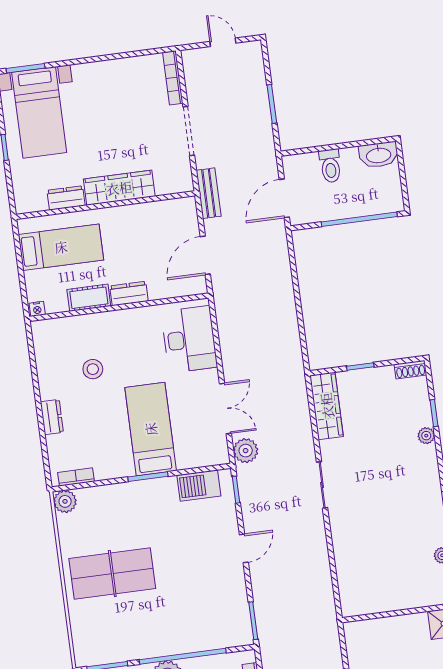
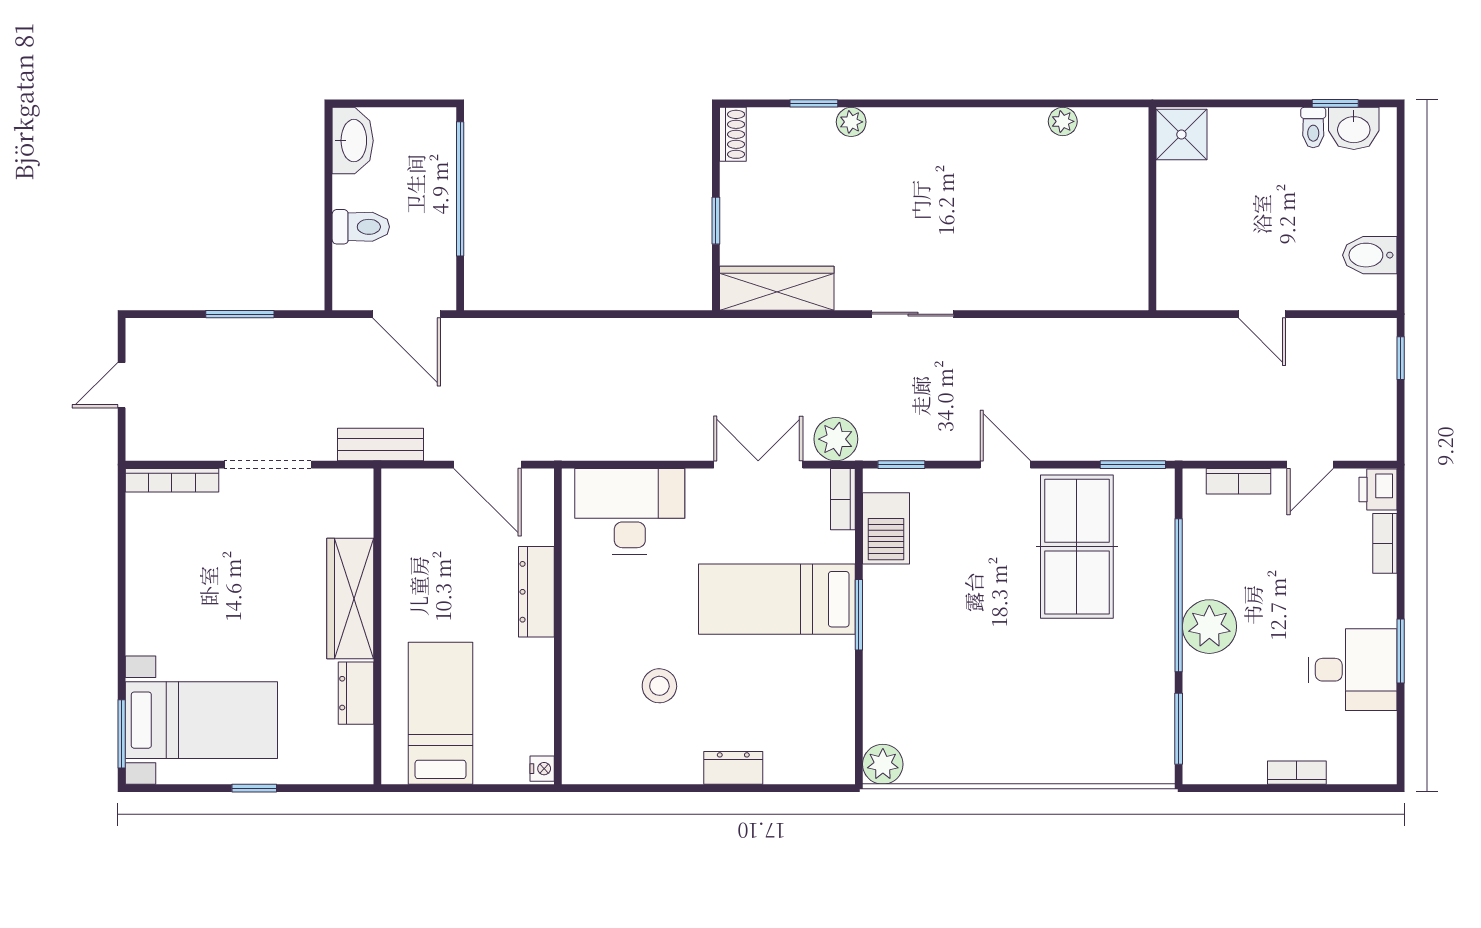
dresser: (129, 293) -> (536, 592), width x1.44
cot: (89, 298) -> (535, 676), removed
bookcase: (76, 477) -> (843, 499), moved
table tennis table: (112, 573) -> (1077, 547), moved

